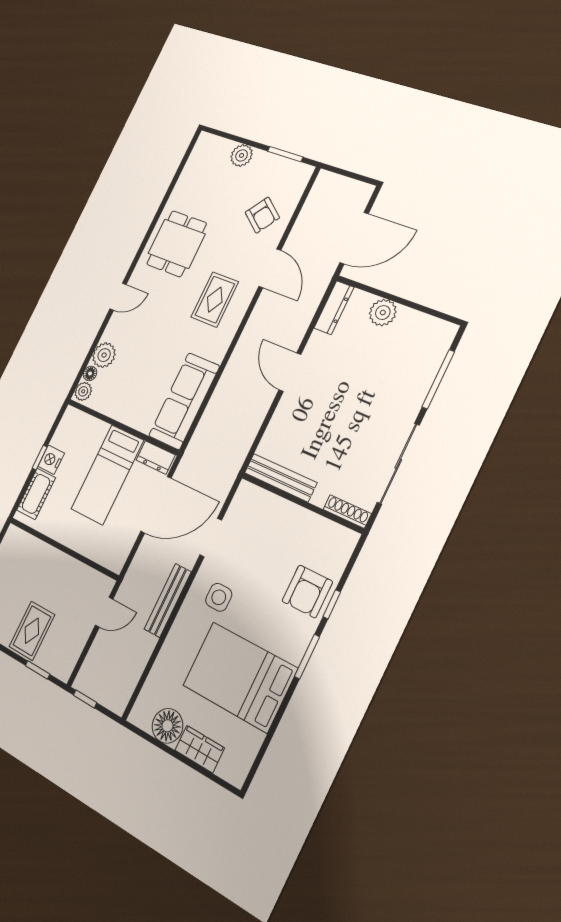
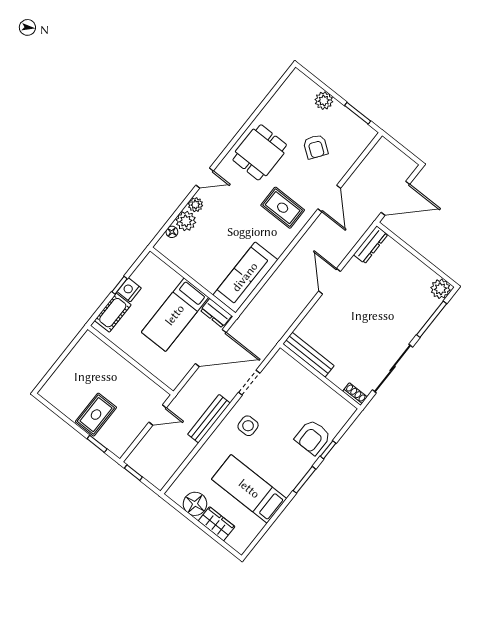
armchair: (262, 215) -> (316, 147), moved
rug: (215, 300) -> (283, 208), turned 90
plant: (383, 313) -> (440, 289), moved
plant: (83, 391) -> (195, 205), moved
shoe rack: (347, 512) -> (355, 394), width x0.70
bed: (240, 677) -> (249, 489), width x0.67

